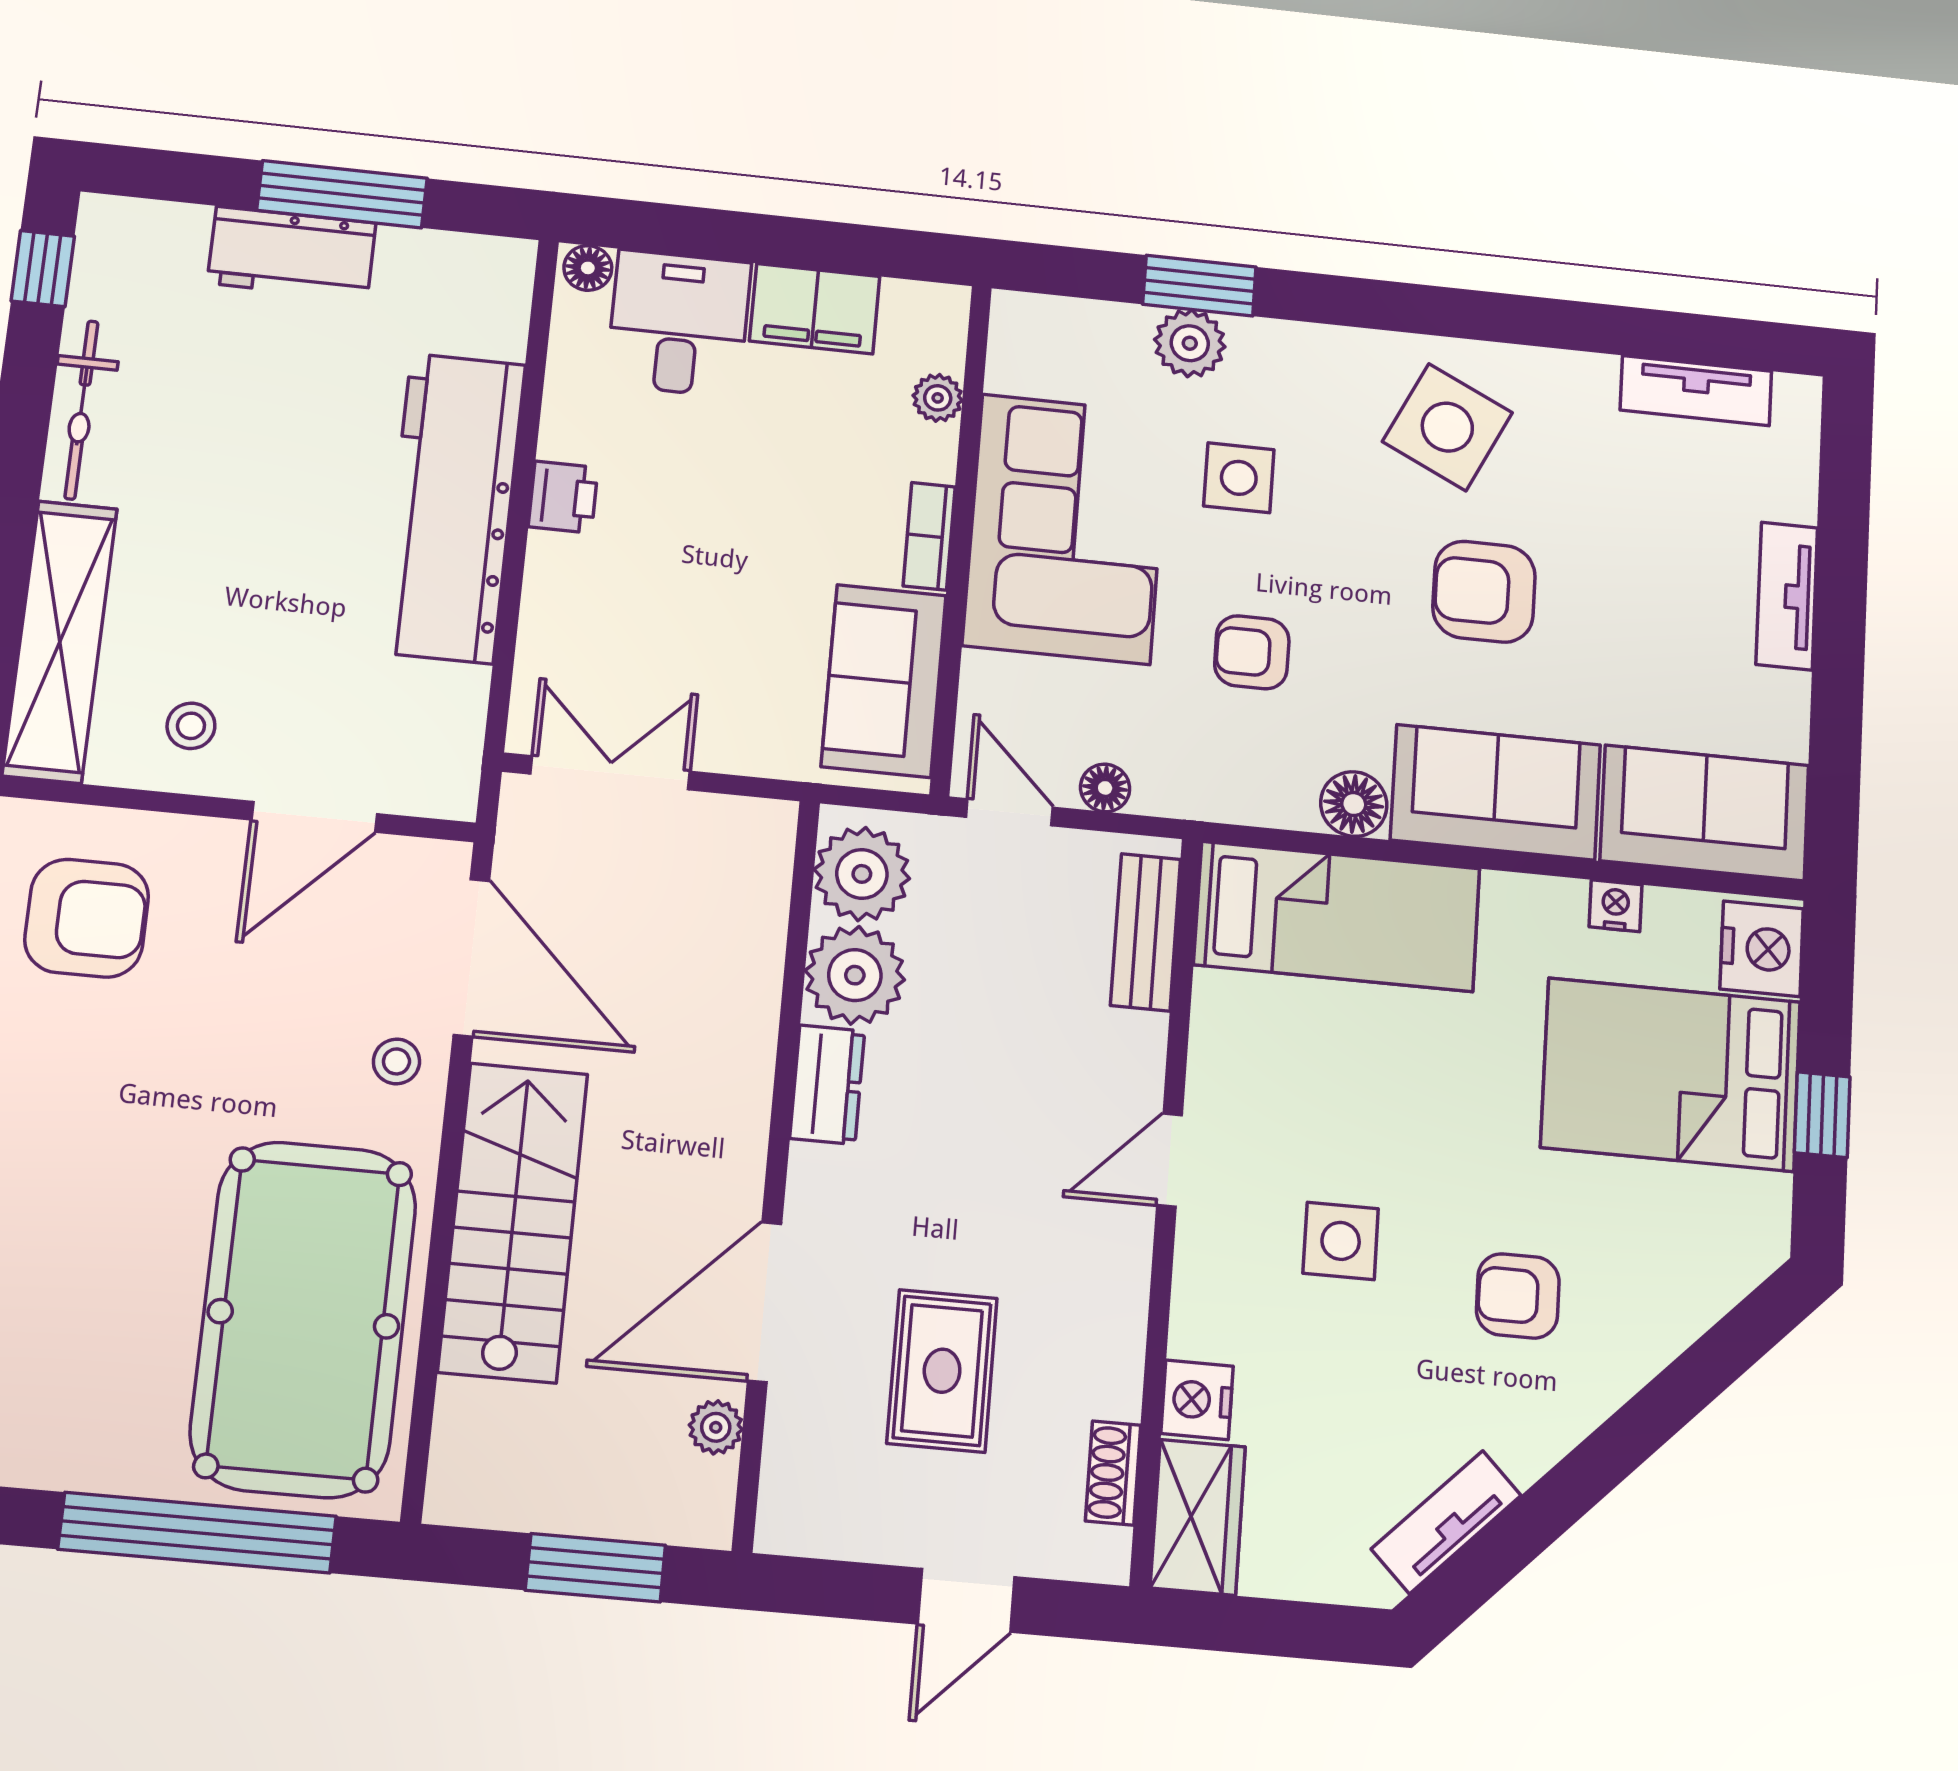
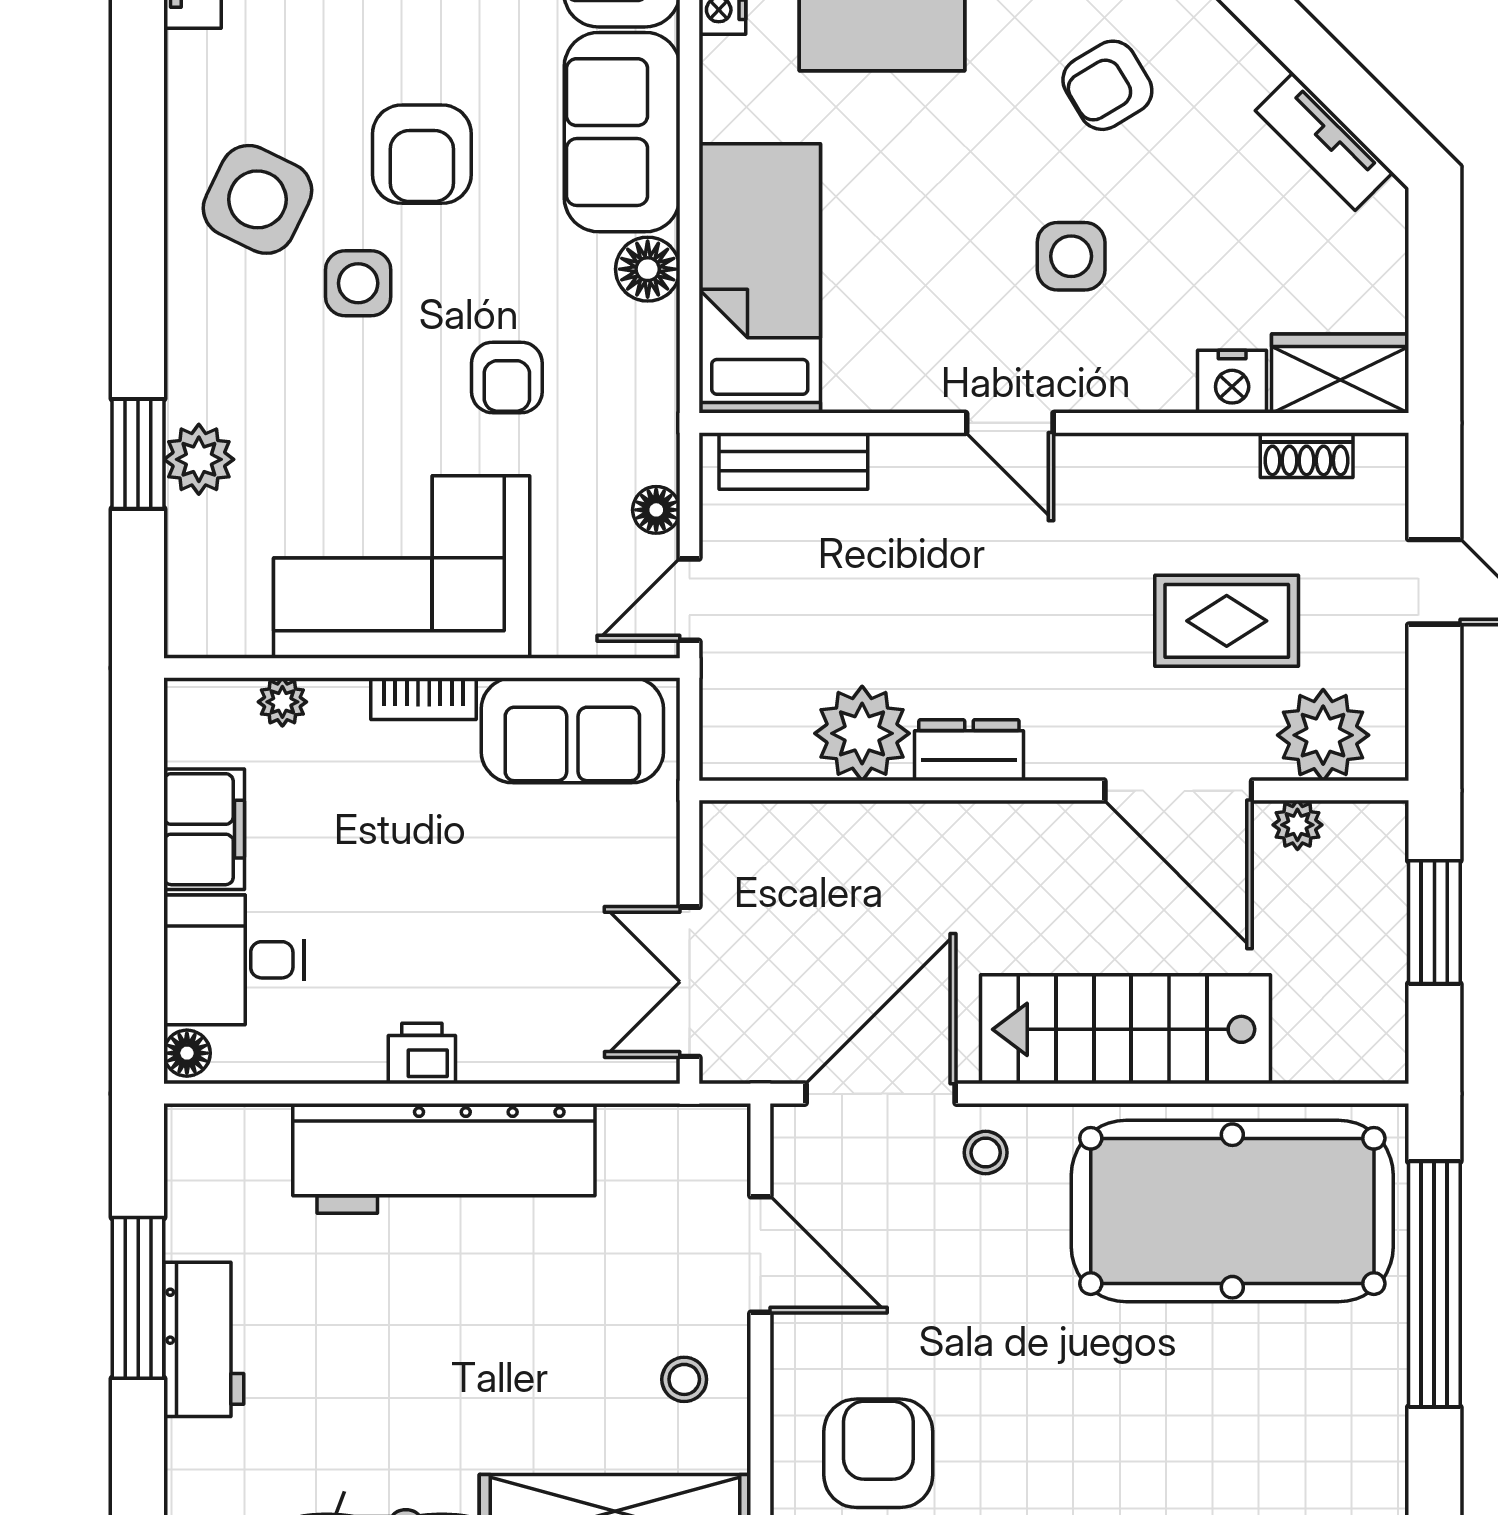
side table: (1239, 478) -> (358, 283), moved
plant: (862, 874) -> (1323, 735), moved
armchair: (1518, 1296) -> (1107, 85), turned 59

